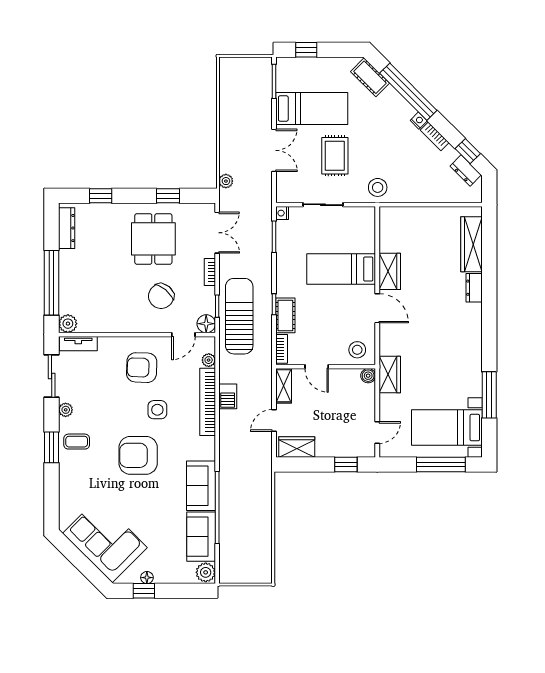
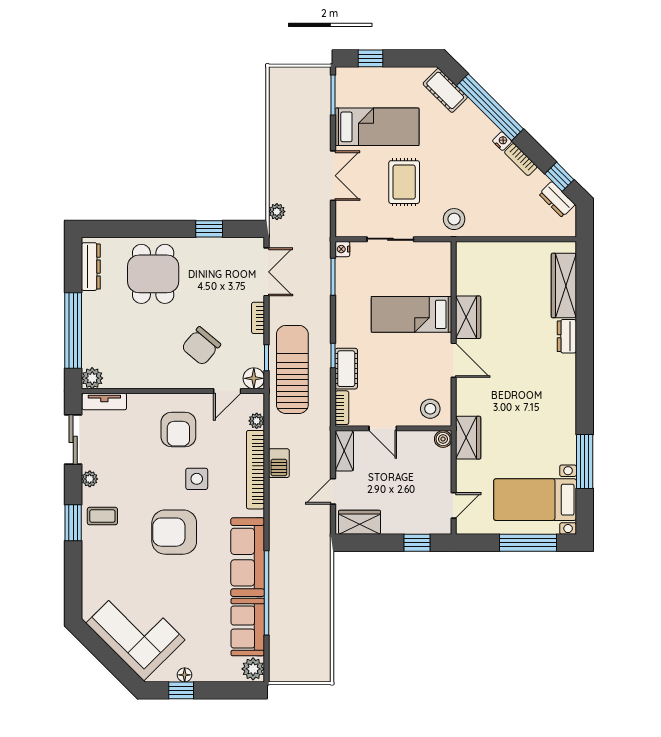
window: (101, 196) -> (130, 229), removed
dining table: (153, 239) -> (153, 274), moved
armchair: (142, 368) -> (178, 430), turned -92
sofa: (201, 486) -> (248, 557), width x1.36

